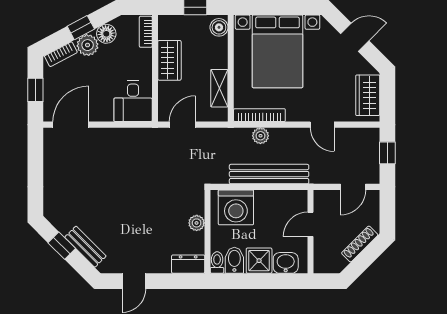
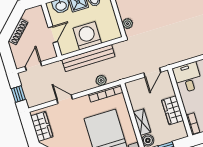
shelving: (219, 88) -> (142, 122), moved
washing machine: (236, 207) -> (87, 36), moved
plant: (197, 223) -> (128, 24), moved

